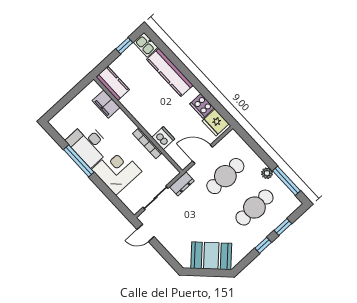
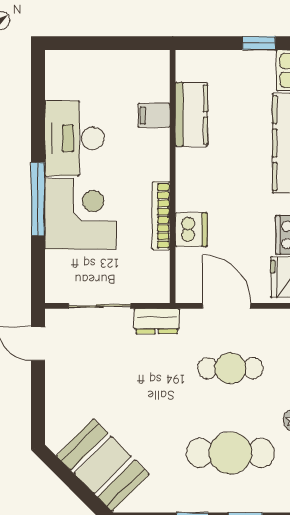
kitchen counter: (113, 83) -> (191, 114), moved
filing cabinet: (106, 104) -> (154, 115), width x0.50
window: (79, 161) -> (38, 199), moved
cafe table: (225, 176) -> (230, 368), width x0.73, depth x0.74

